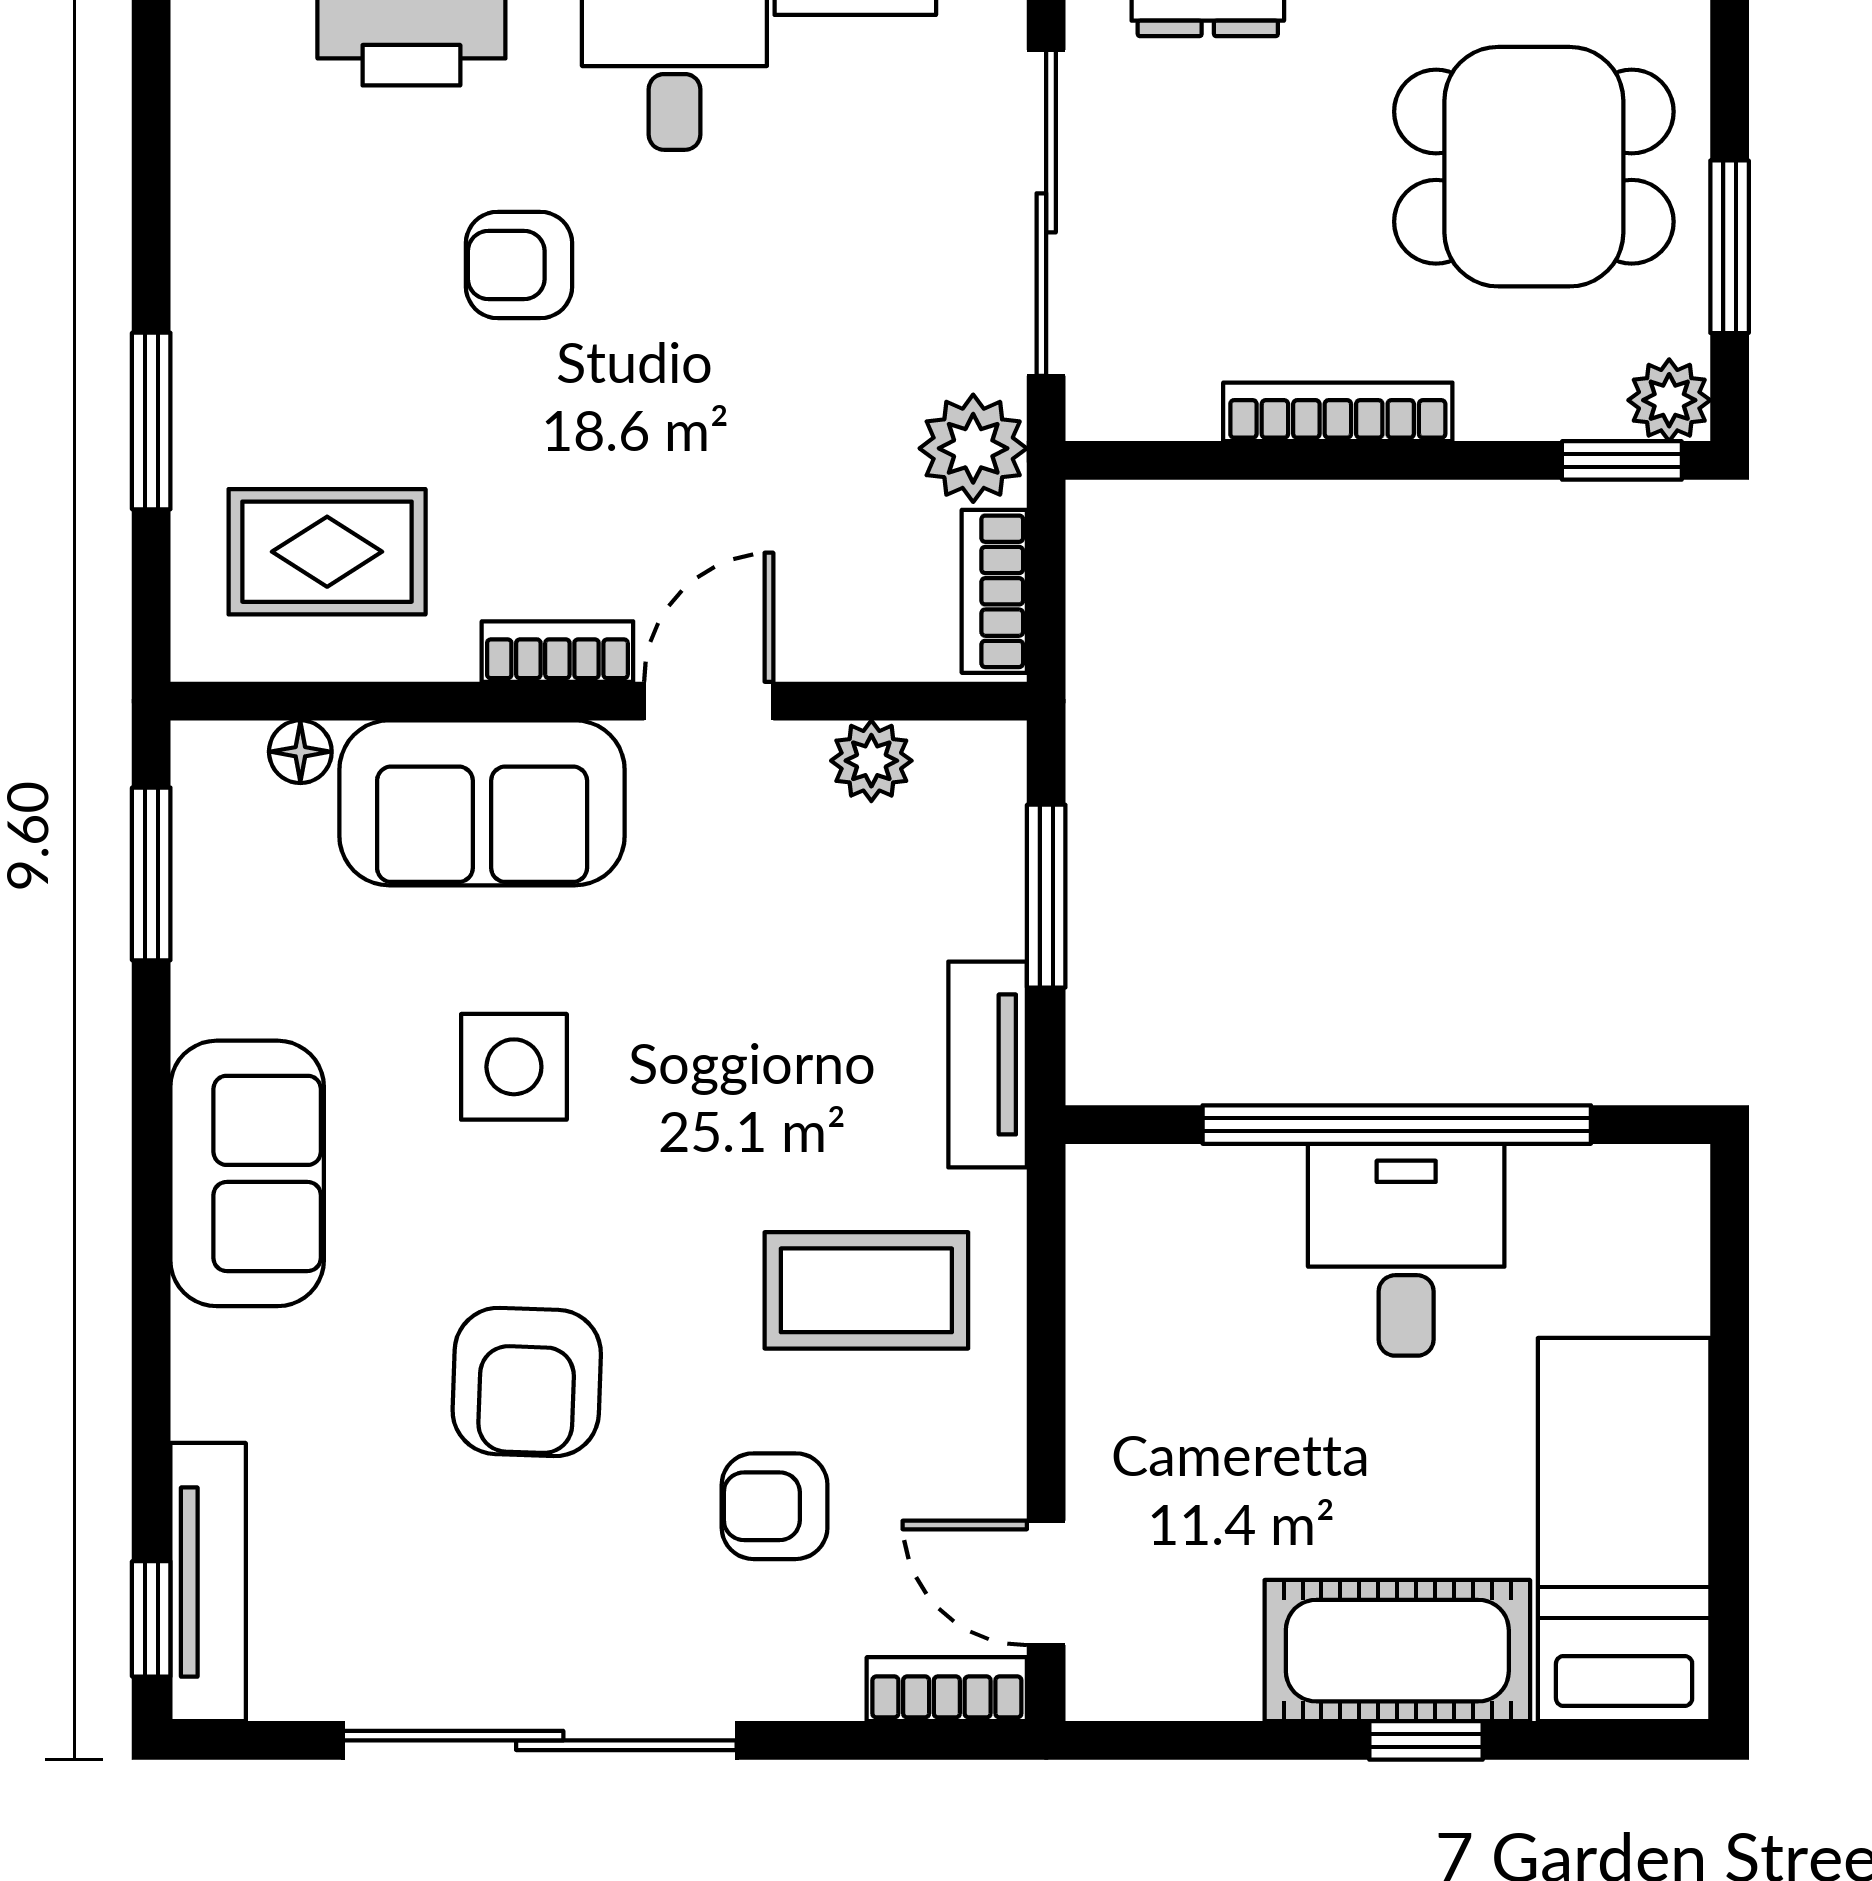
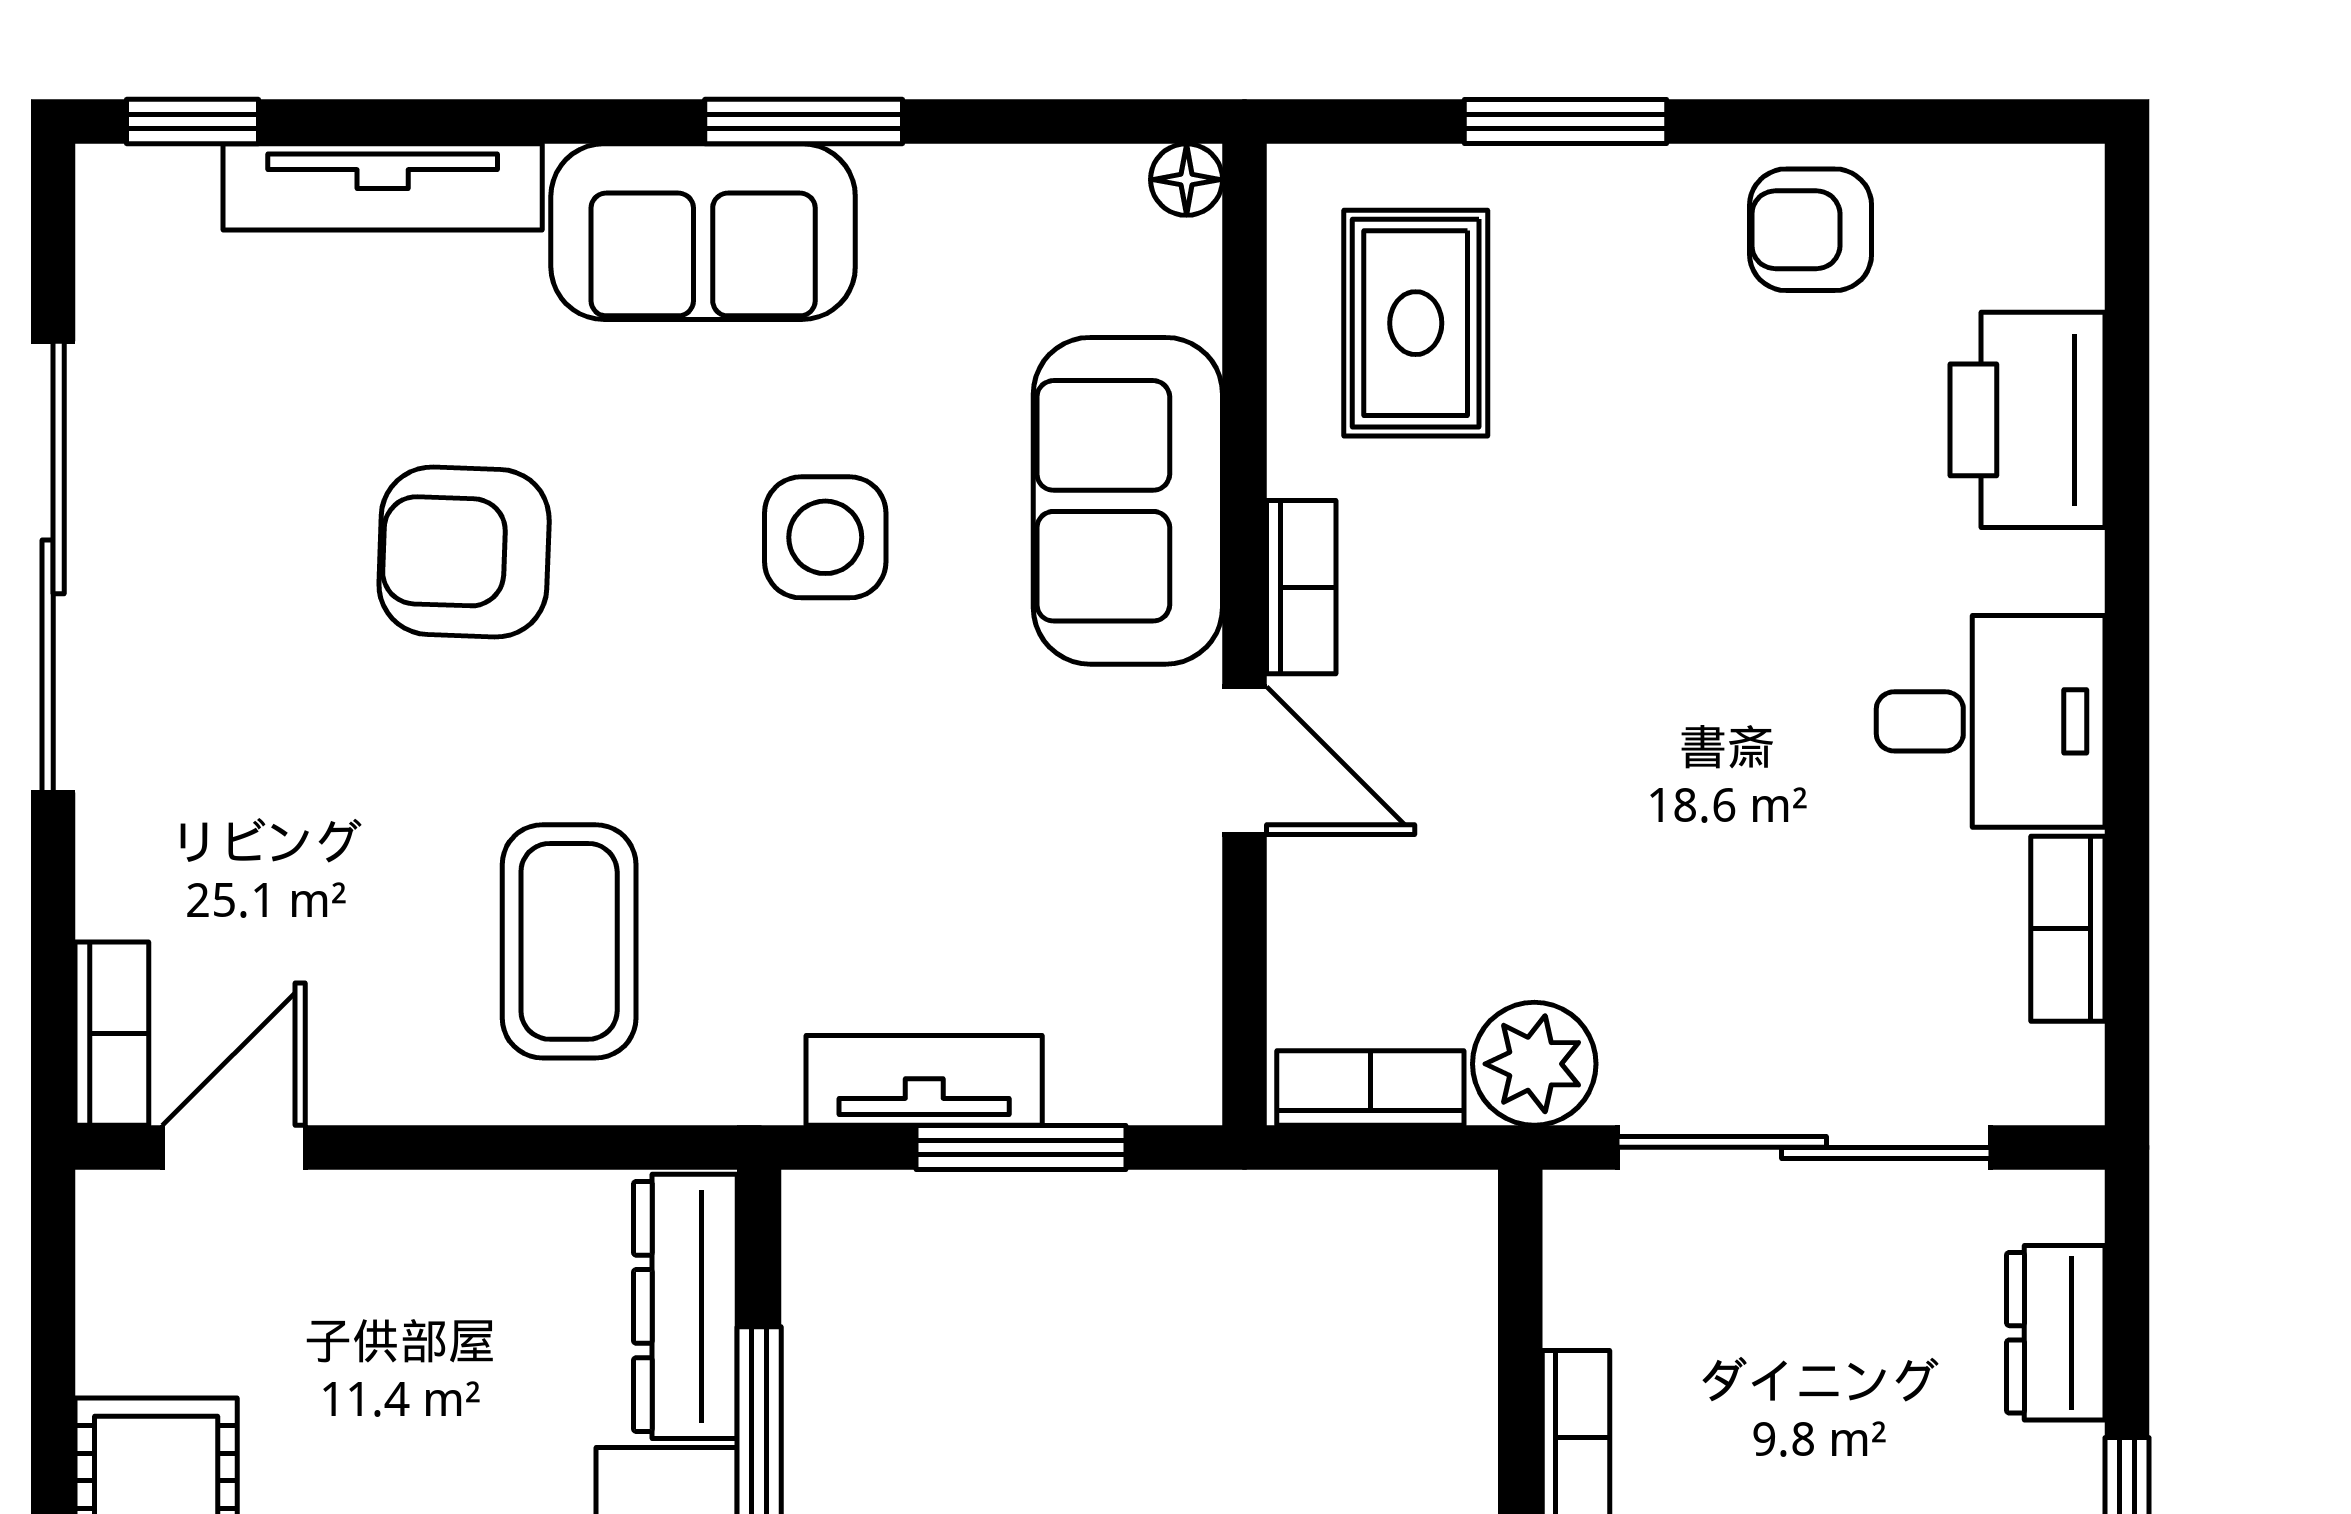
armchair: (519, 265) -> (1811, 230), moved, turned -90
floor lamp: (300, 752) -> (1187, 180), moved
plant: (871, 761) -> (1176, 947), removed
window: (151, 874) -> (804, 122), moved
tv unit: (988, 1064) -> (924, 1080), moved
dresser: (1185, 1189) -> (685, 1306), added
armchair: (775, 1506) -> (322, 836), removed
tv unit: (208, 1582) -> (383, 187), moved

